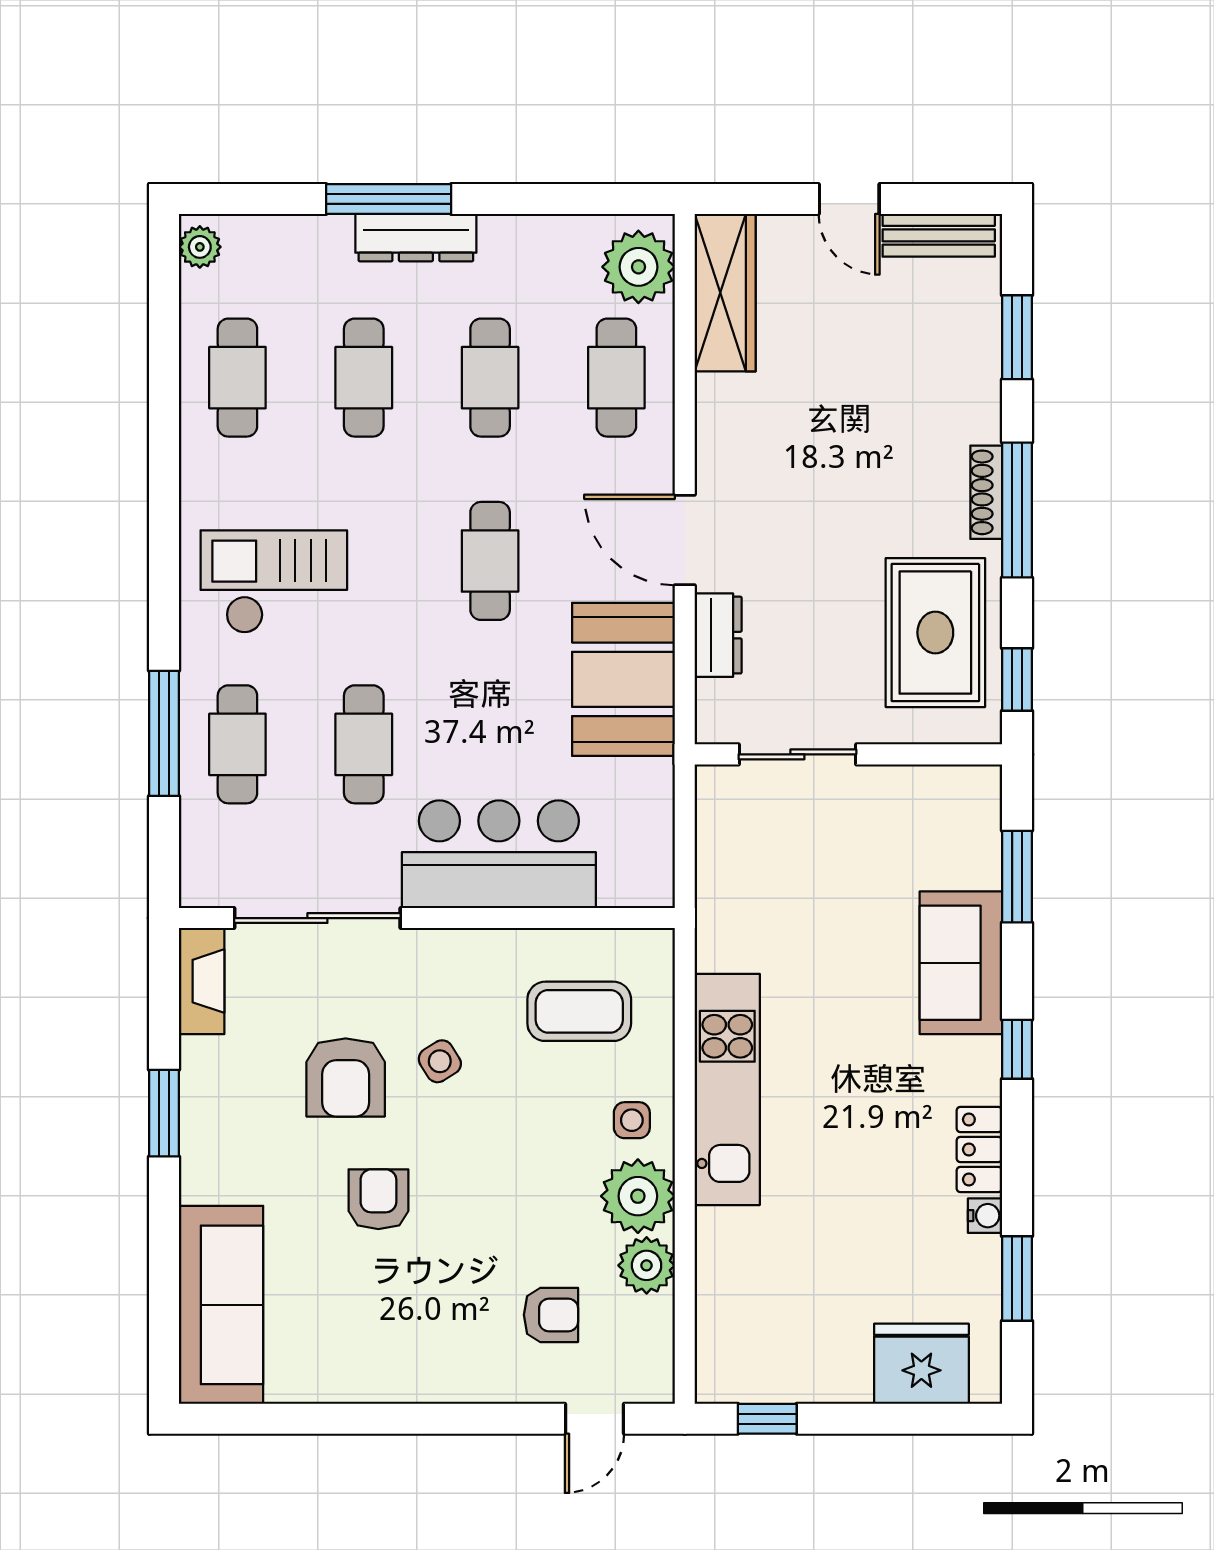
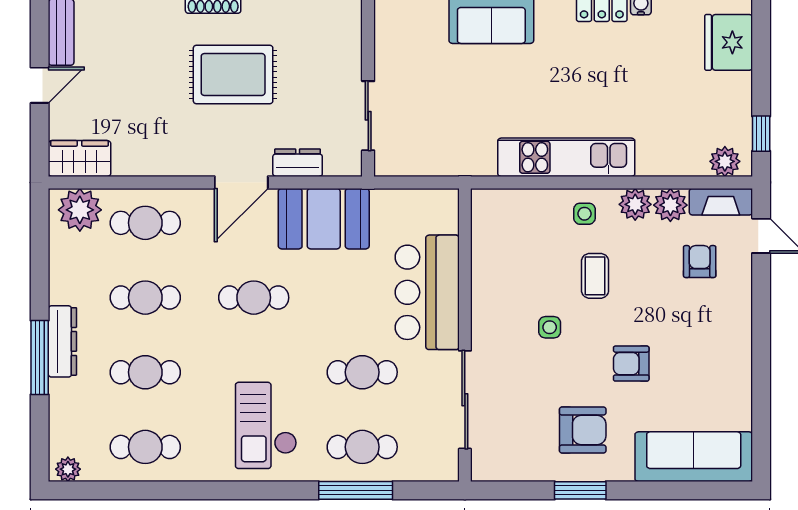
wardrobe: (725, 293) -> (79, 159), width x0.67
rug: (935, 633) -> (233, 75), moved
fireplace: (202, 981) -> (721, 202), moved, turned 180
coffee table: (579, 1011) -> (595, 276), moved, width x0.73, depth x0.77
side table: (440, 1061) -> (550, 327), turned 32
armchair: (346, 1077) -> (583, 430), moved
plant: (638, 1196) -> (635, 204), width x0.73, depth x0.73
plant: (720, 1358) -> (725, 161), added

